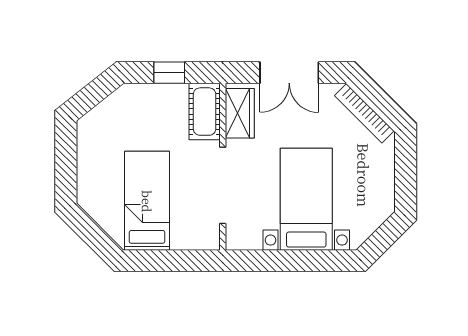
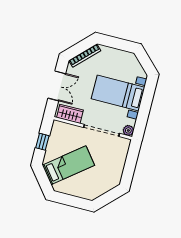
cot: (205, 112) -> (65, 130), removed
bed: (147, 201) -> (68, 165), moved, turned 142
plant: (236, 239) -> (128, 130), added

